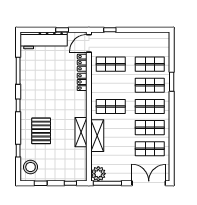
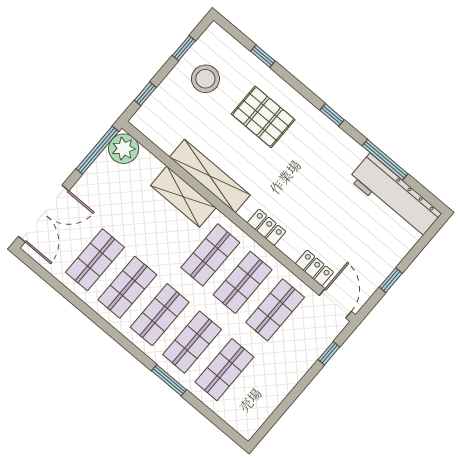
workbench: (44, 40) -> (395, 196), moved, turned -90
locker: (82, 82) -> (266, 227), moved
shop shelf: (111, 85) -> (243, 282), added
shelving: (81, 132) -> (210, 176), width x1.47
stool: (31, 167) -> (205, 79), moved

